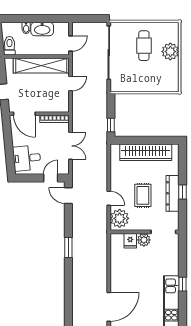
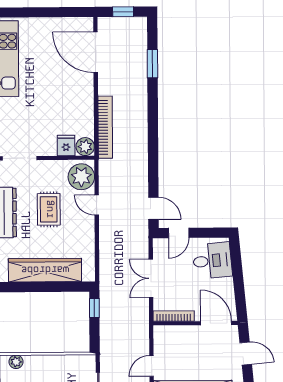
plant: (167, 87) -> (16, 362), added
plant: (144, 240) -> (85, 147), moved
window: (68, 247) -> (152, 64), moved
bookcase: (102, 254) -> (105, 127), added
door: (109, 307) -> (96, 52), hinge flipped

